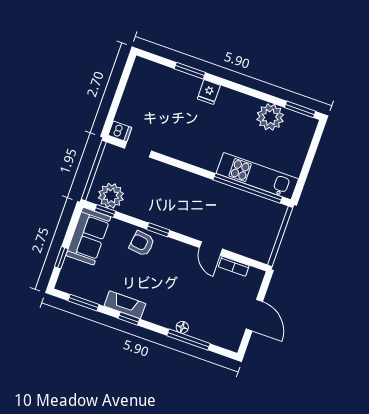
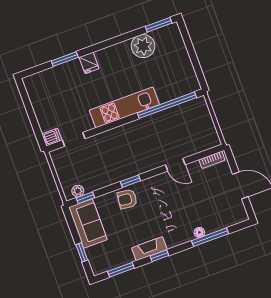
kitchen unit: (257, 176) -> (124, 107), moved
plant: (111, 196) -> (78, 191), width x0.53, depth x0.53
bookcase: (234, 266) -> (212, 160), moved

